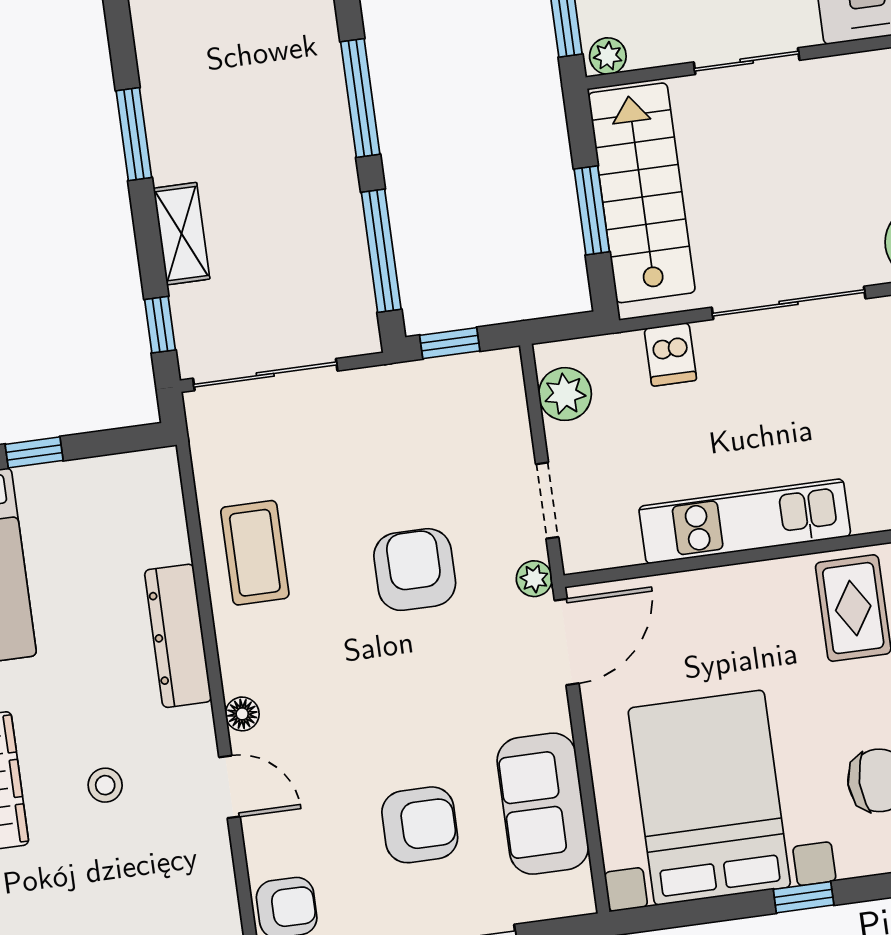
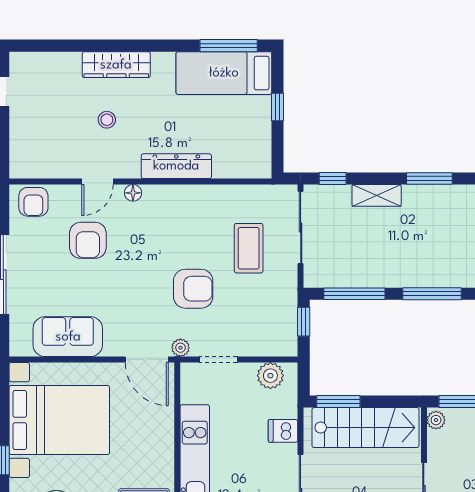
window: (592, 210) -> (338, 401), moved
coffee table: (255, 553) -> (249, 248), moved, turned 90
armchair: (420, 825) -> (88, 240), moved

